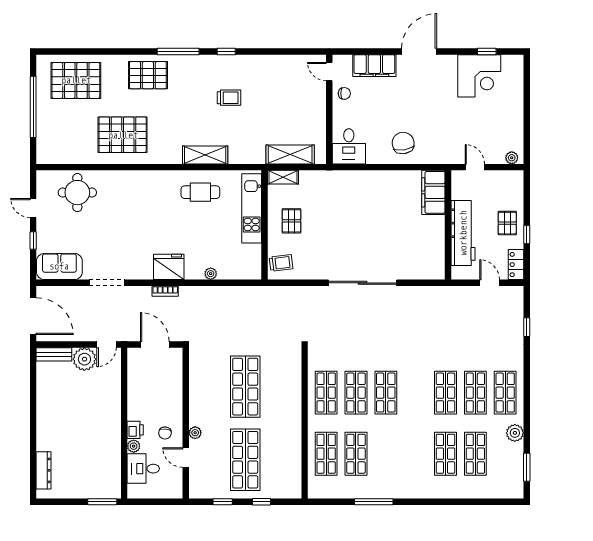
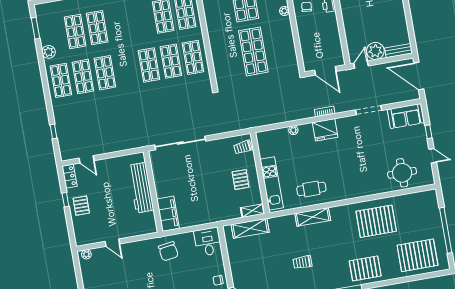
filing cabinet: (433, 192) -> (168, 214), moved
wall: (448, 225) -> (153, 192), moved
workbench: (463, 233) -> (141, 188), moved

